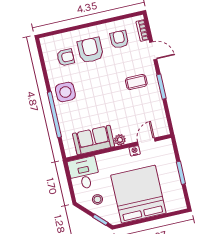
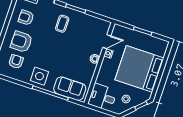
sofa: (94, 140) -> (70, 89), moved, turned 90
door: (146, 141) -> (107, 42), swing flipped

